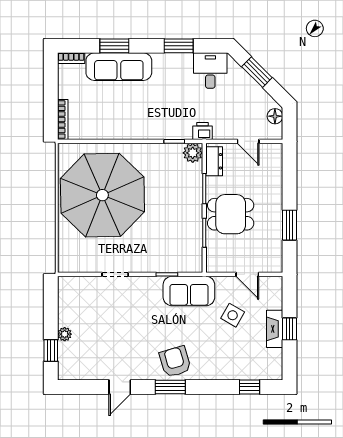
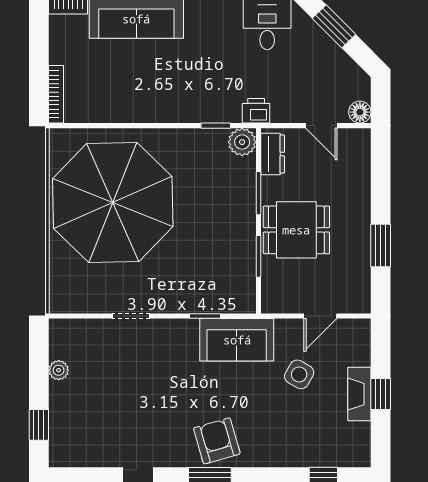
floor lamp: (275, 116) -> (360, 112), moved
door: (247, 274) -> (320, 316), hinge flipped
plant: (65, 334) -> (59, 370), moved

